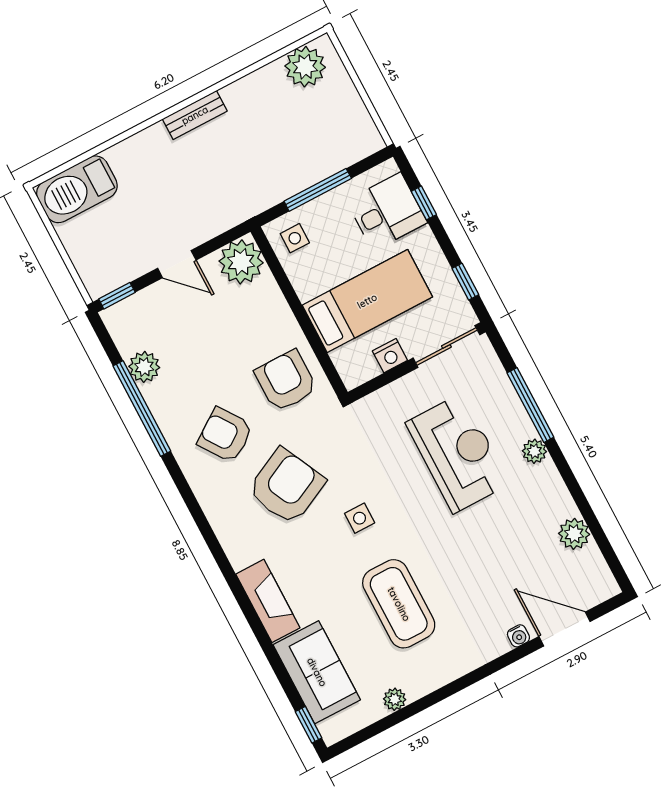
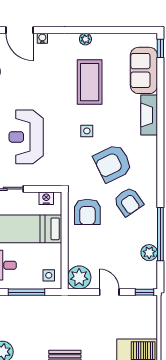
nightstand: (390, 356) -> (46, 198), moved
plant: (395, 699) -> (85, 39), moved

